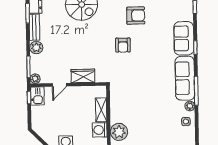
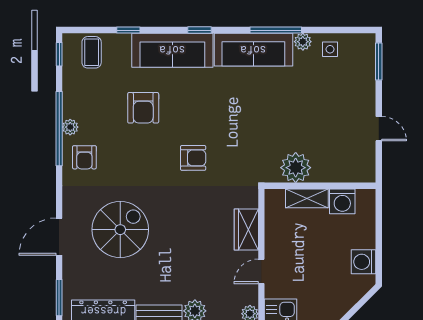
armchair: (136, 16) -> (143, 108), moved, turned 180
sofa: (184, 38) -> (172, 50), width x1.36
door: (59, 85) -> (261, 271), swing flipped
plant: (119, 132) -> (296, 168), moved

